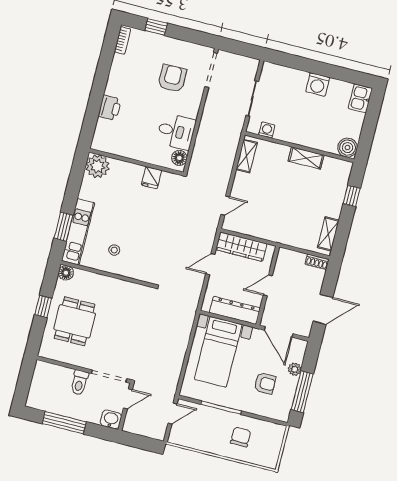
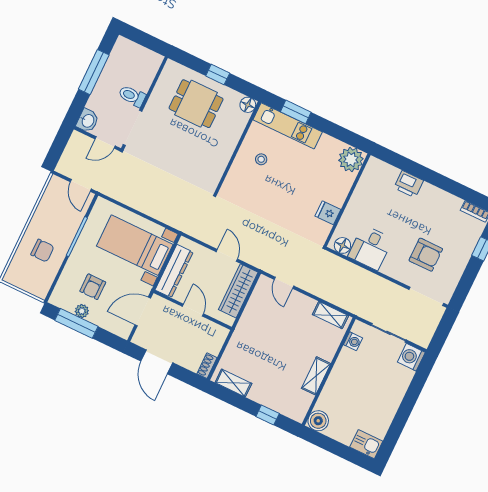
washing machine: (318, 85) -> (411, 357), moved
plant: (295, 369) -> (82, 311), moved
door: (128, 399) -> (105, 142), hinge flipped

